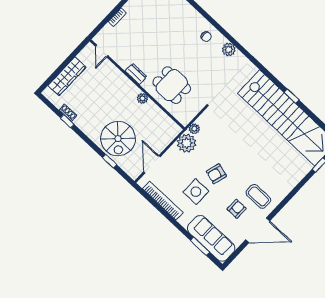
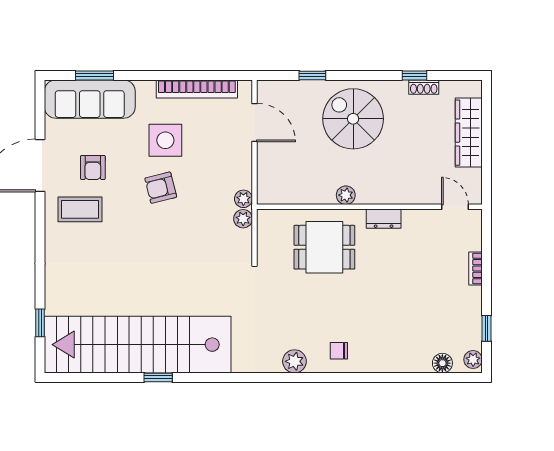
spiral stairs: (118, 139) -> (353, 119), moved
plant: (187, 143) -> (243, 199), width x0.53, depth x0.53
armchair: (216, 174) -> (161, 188), turned -120

